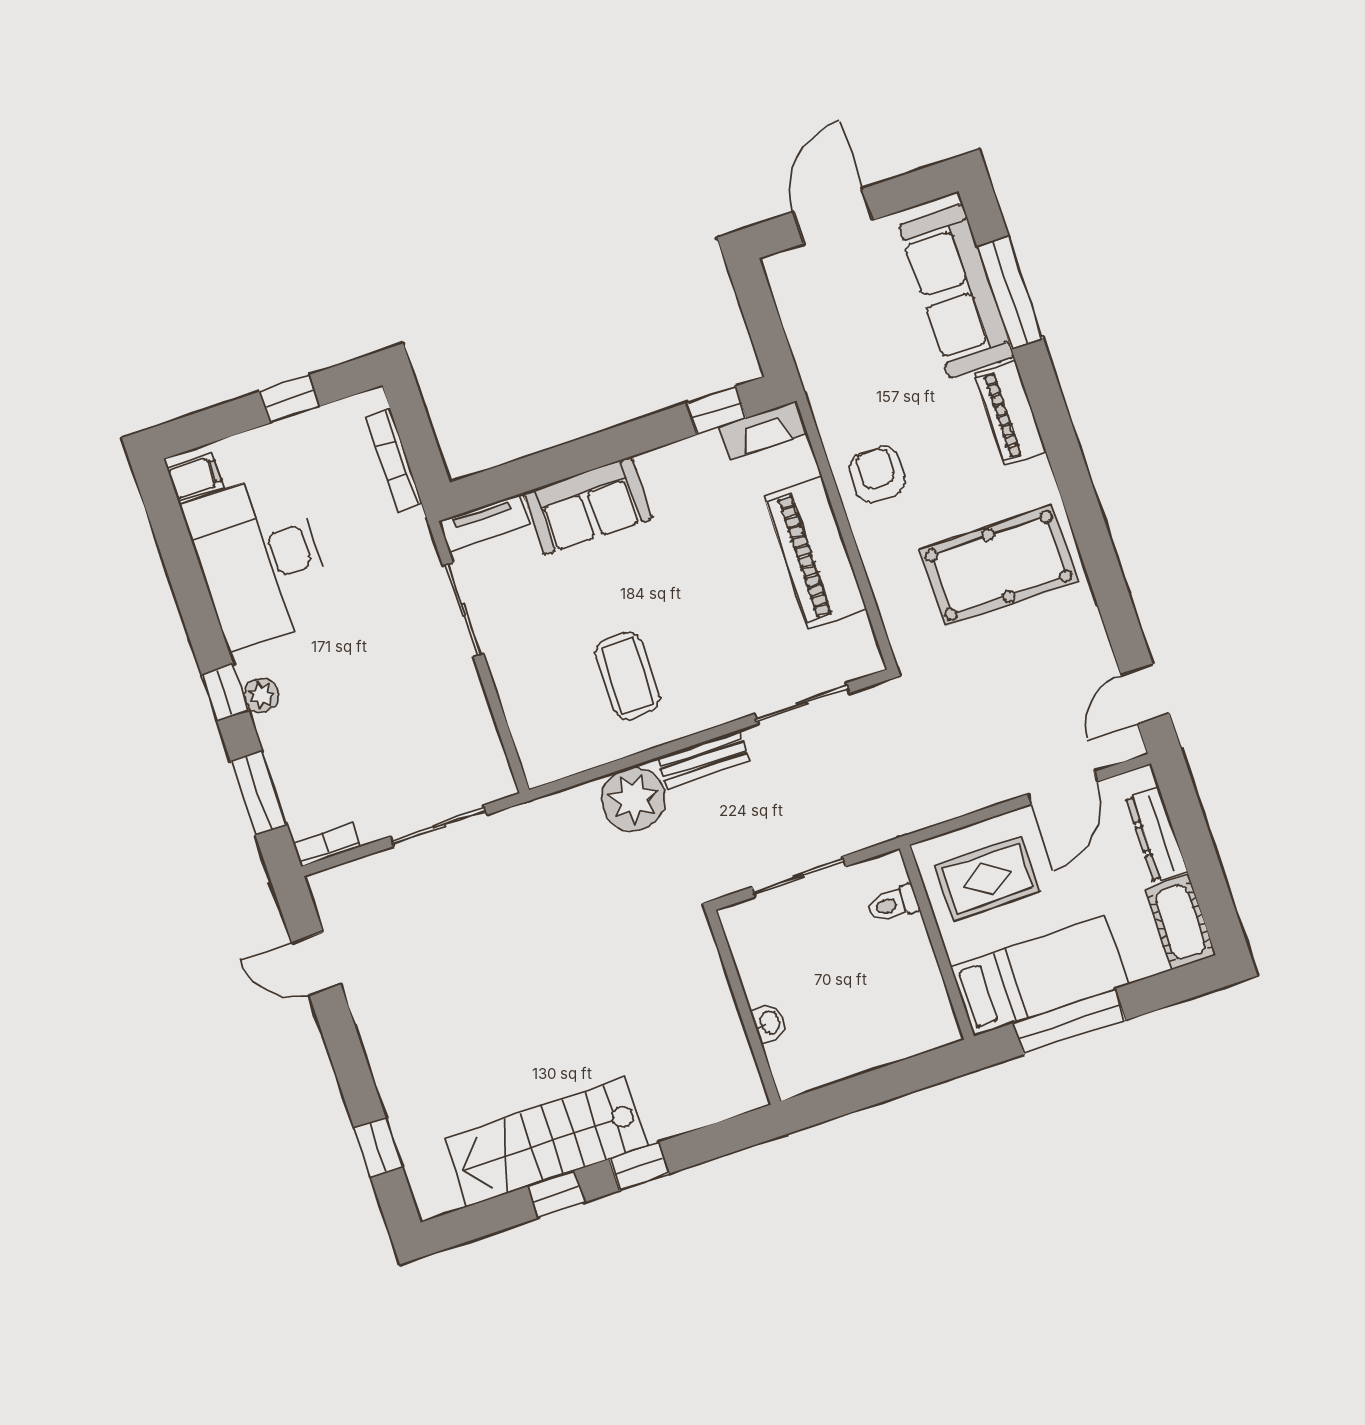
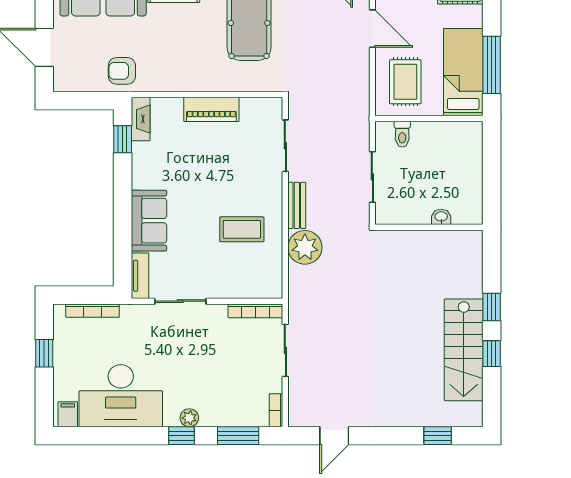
armchair: (877, 474) -> (122, 71), moved
piano: (816, 553) -> (211, 109), width x0.73, depth x0.75
bookcase: (491, 749) -> (255, 311), added

